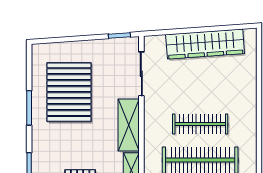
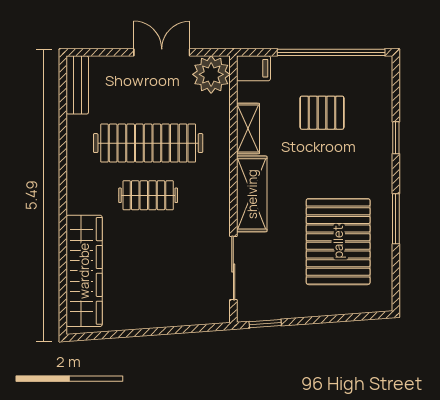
wardrobe: (205, 44) -> (84, 271), moved, turned 94
clothes rail: (200, 124) -> (148, 195), width x0.73

